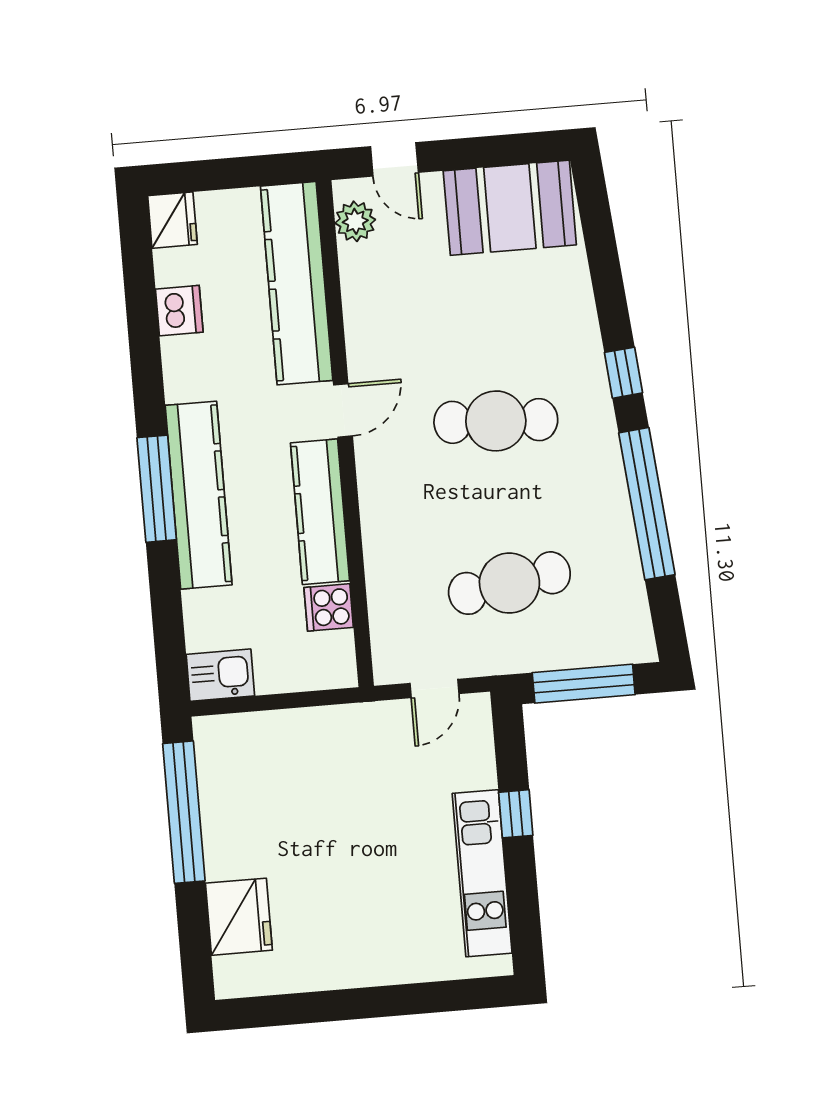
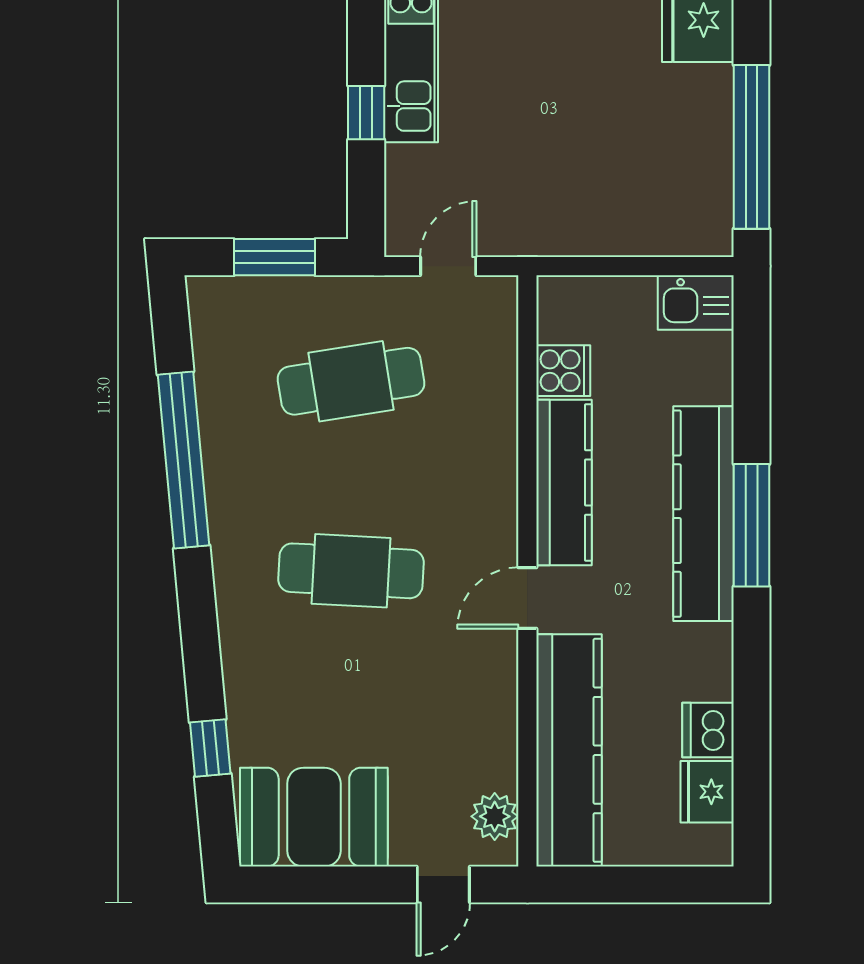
door: (394, 159) -> (443, 885), swing flipped
fridge: (172, 220) -> (707, 792), moved
window: (623, 373) -> (210, 748), moved
window: (584, 684) -> (274, 257), width x0.69

